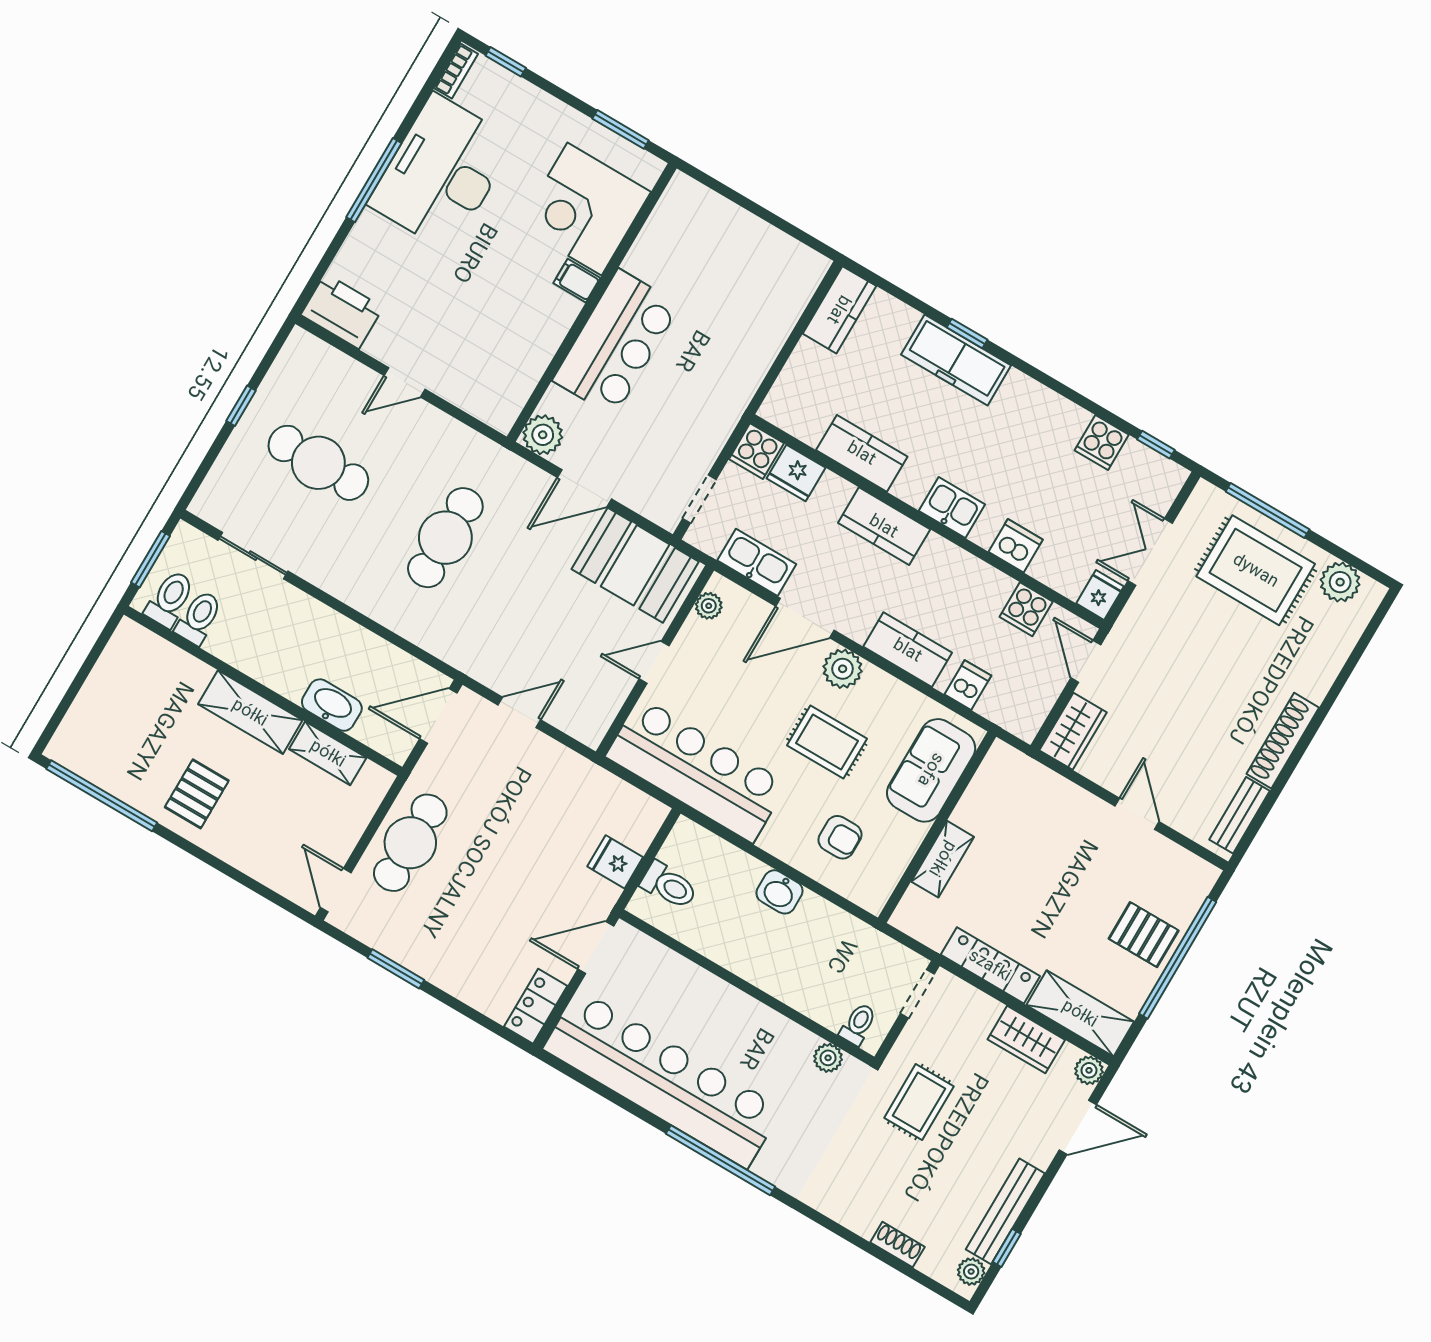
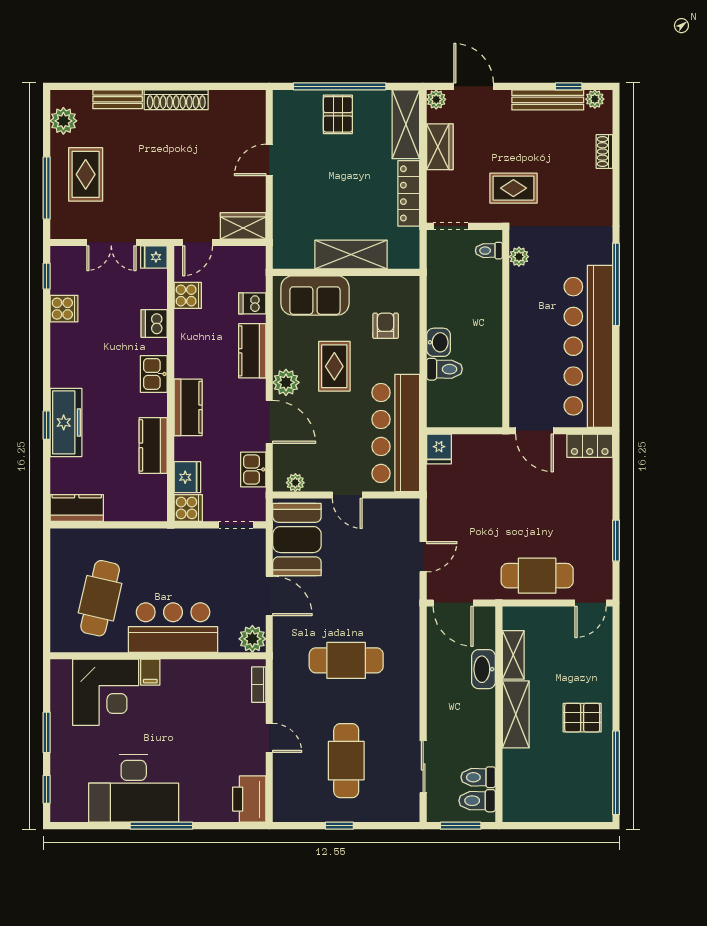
bookcase: (456, 71) -> (259, 685), moved, turned -90
window: (621, 129) -> (47, 732), moved
cafe table: (708, 272) -> (100, 598), added
kitchen sink: (757, 562) -> (253, 469), width x0.73
rug: (1256, 570) -> (86, 174), width x0.73, depth x0.70
door: (519, 712) -> (423, 557), swing flipped
bench: (1240, 815) -> (118, 99), moved
shelving: (943, 859) -> (351, 254), width x1.50, depth x1.33
fridge: (615, 862) -> (439, 449), moved
toilet: (669, 885) -> (444, 369), moved, turned 90

